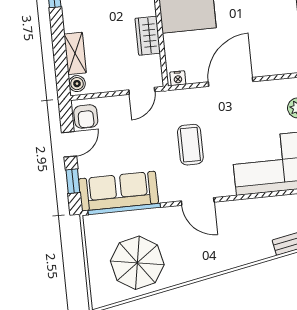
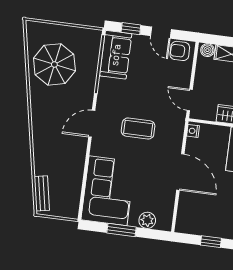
sofa: (119, 191) -> (116, 55), width x0.73

